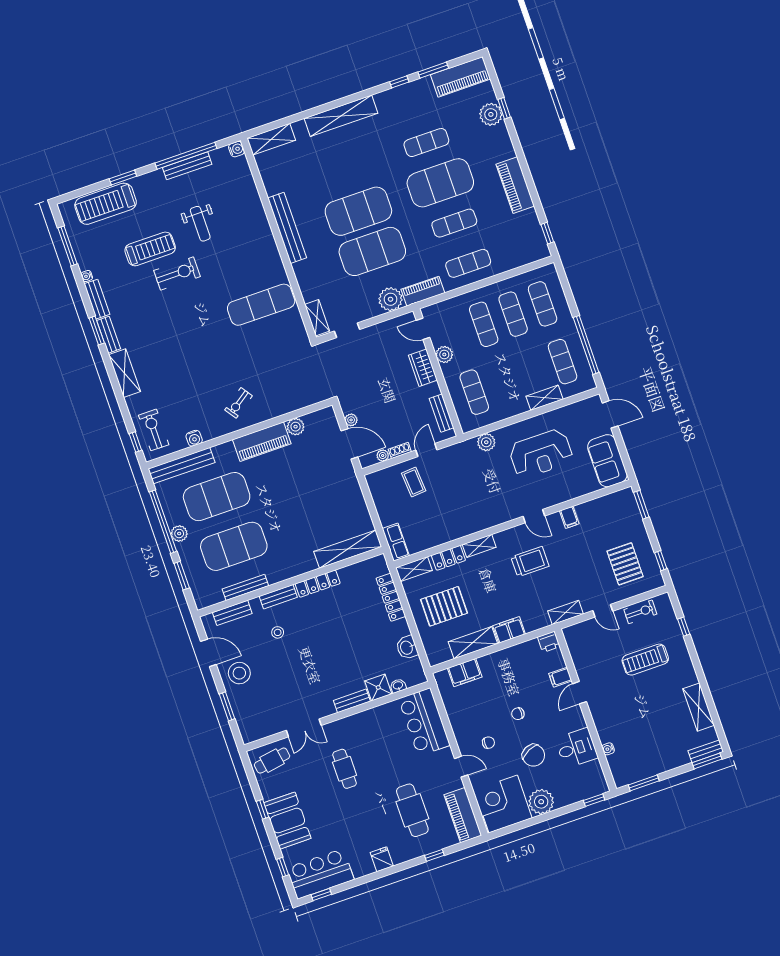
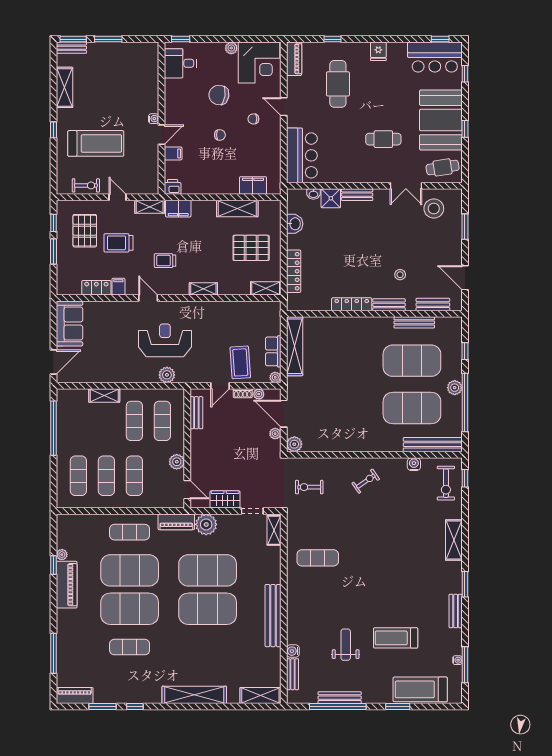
piano: (460, 77) -> (75, 695), width x0.73, depth x0.75
window: (504, 108) -> (53, 653), width x2.17
plant: (491, 114) -> (62, 555), moved, width x0.53, depth x0.53
water cooler: (236, 149) -> (293, 651), moved
treadmill: (106, 204) -> (420, 689), turned 180
exercise mat: (454, 223) -> (130, 570), width x2.00, depth x1.45
window: (547, 233) -> (53, 565), moved
exercise bike: (177, 274) -> (309, 487), moved, width x0.73, depth x0.72
water cooler: (87, 276) -> (457, 660), moved
exercise mat: (261, 305) -> (318, 558), width x0.73, depth x0.69
bench: (109, 335) -> (293, 674), moved
exercise mat: (563, 362) -> (134, 421), moved
wardrobe: (423, 368) -> (225, 499), moved, turned -90
door: (610, 414) -> (53, 362), swing flipped
plant: (296, 427) -> (294, 444), moved
piano: (262, 442) -> (357, 441), removed
reception desk: (541, 454) -> (165, 340), moved
plant: (371, 479) -> (275, 377), added
coffee table: (414, 482) -> (240, 362), width x1.36, depth x1.30
window: (641, 505) -> (53, 252), moved
row of seats: (396, 542) -> (273, 351), moved
shelving: (348, 549) -> (295, 346), moved, turned 90
locker: (448, 558) -> (96, 288), moved
trolley: (530, 562) -> (165, 261), width x0.73, depth x0.72
trolley: (585, 563) -> (118, 243), added
window: (182, 576) -> (465, 351), width x0.67
exercise bike: (640, 612) -> (86, 185), turned 180
window: (684, 627) -> (53, 130), moved
filing cabinet: (509, 630) -> (178, 209), moved
treadmill: (645, 660) -> (96, 143), width x1.37, depth x1.38
stool: (239, 673) -> (434, 209), moved
double door: (304, 728) -> (406, 186), swing flipped
desk: (577, 748) -> (180, 63), moved
water cooler: (608, 749) -> (154, 119), moved
chair: (533, 755) -> (219, 95), turned -56
cafe table: (345, 769) -> (383, 139), turned 90
window: (644, 783) -> (108, 39), moved
plant: (541, 802) -> (231, 48), width x0.53, depth x0.53
piano: (463, 815) -> (294, 59), width x0.73, depth x0.75
booth: (287, 821) -> (441, 120), width x1.36, depth x1.42

